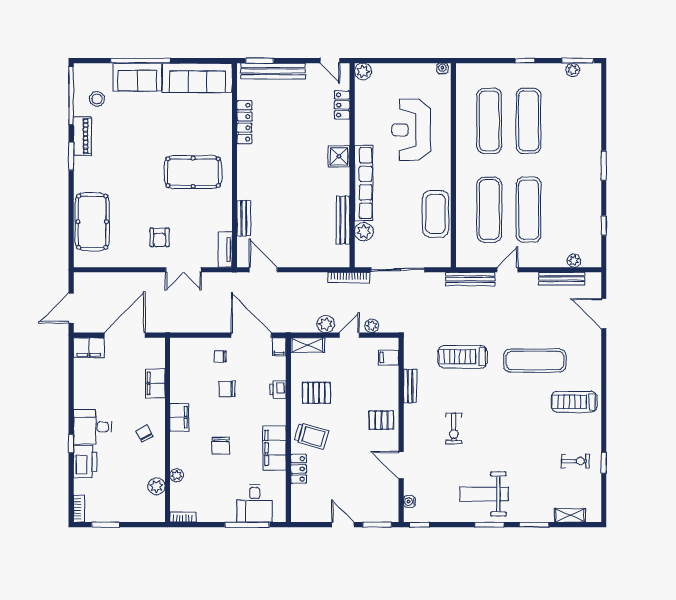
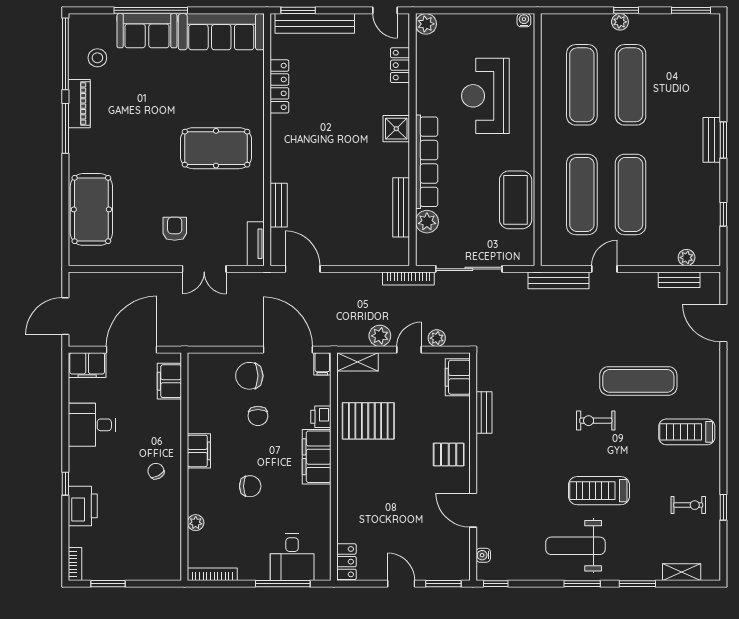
plant: (573, 70) -> (620, 22), moved
window: (71, 156) -> (65, 128), width x1.44
bench: (594, 165) -> (712, 140), added
armchair: (160, 237) -> (175, 229), turned 180
bench: (562, 279) -> (679, 280), width x0.73
chair: (220, 356) -> (249, 376), width x1.87, depth x1.87
treadmill: (463, 357) -> (599, 491), moved
filing cabinet: (389, 358) -> (458, 377), width x2.00
filing cabinet: (155, 383) -> (169, 381), moved
chair: (227, 389) -> (258, 416), turned -90
pallet: (316, 393) -> (368, 421), width x1.50, depth x1.42
desk: (92, 427) -> (92, 425), moved
exercise bike: (454, 429) -> (596, 421), moved, turned 90
trolley: (311, 436) -> (362, 474), removed
chair: (221, 446) -> (250, 486), turned -90
filing cabinet: (274, 448) -> (317, 457), moved
locker: (299, 469) -> (346, 562), moved
plant: (157, 486) -> (171, 536), removed
bookcase: (183, 517) -> (212, 574), width x1.56

